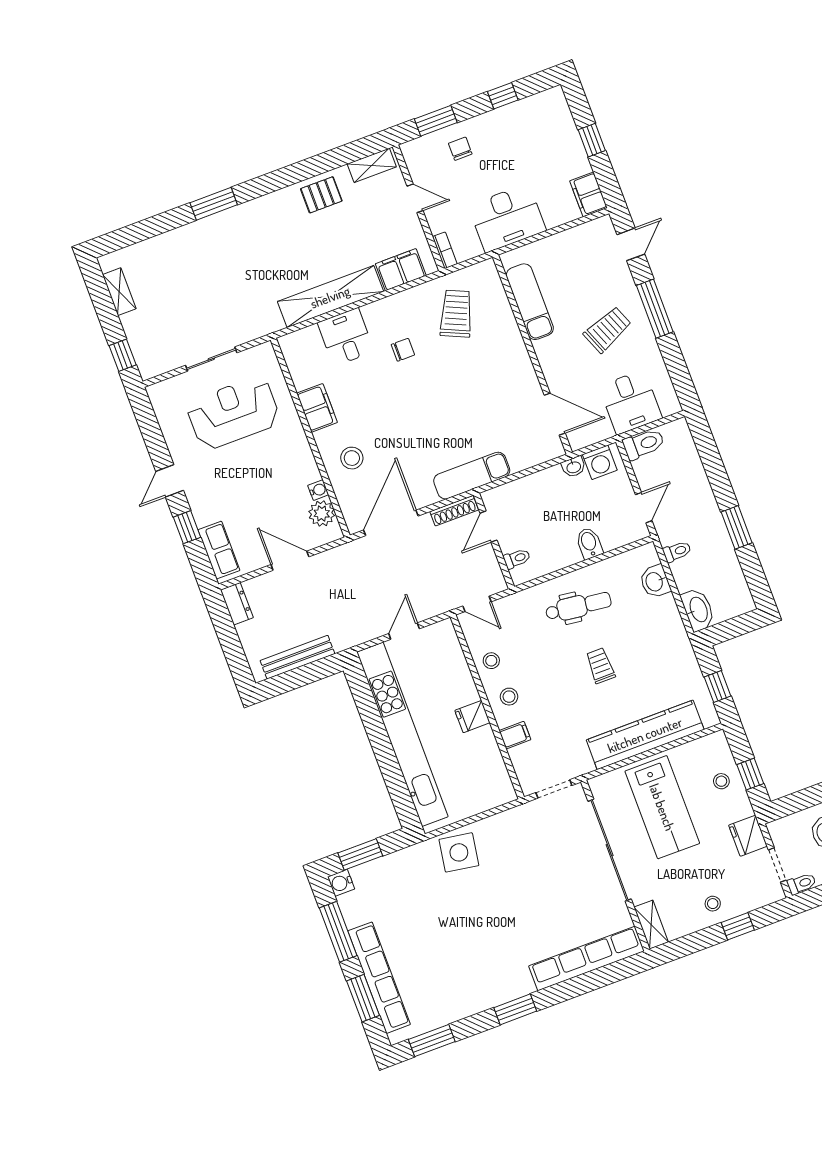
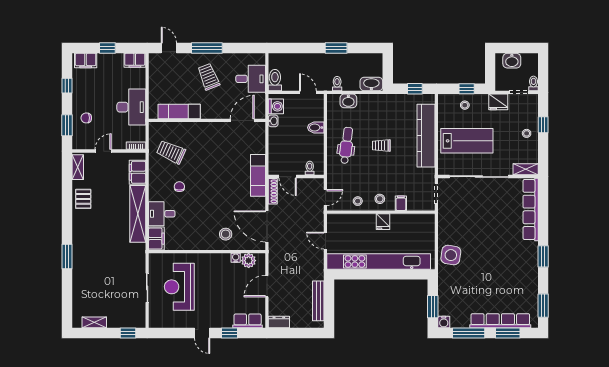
filing cabinet: (557, 111) -> (86, 60), added
filing cabinet: (317, 408) -> (156, 239), moved, turned 90

